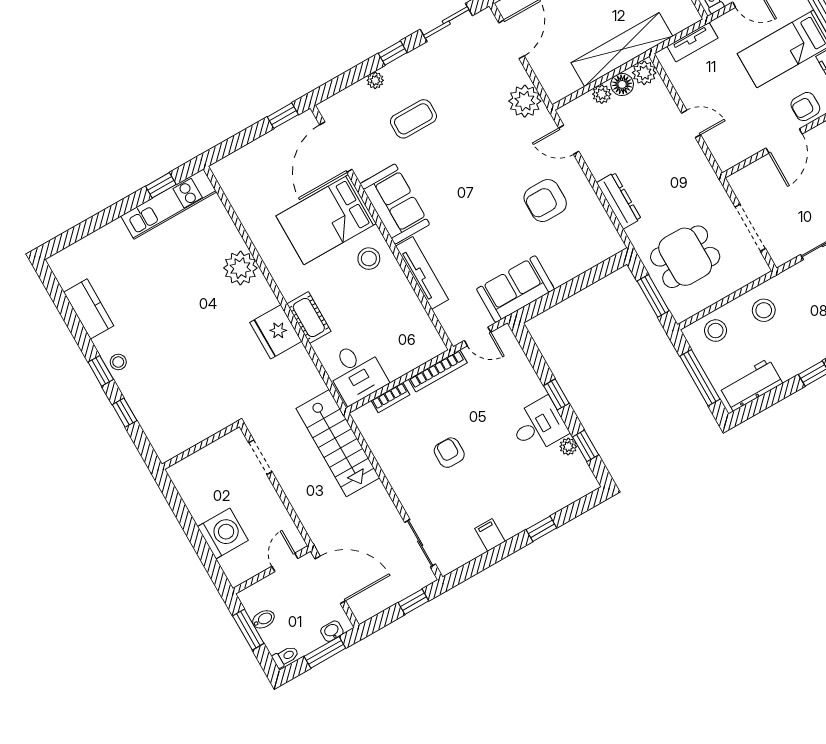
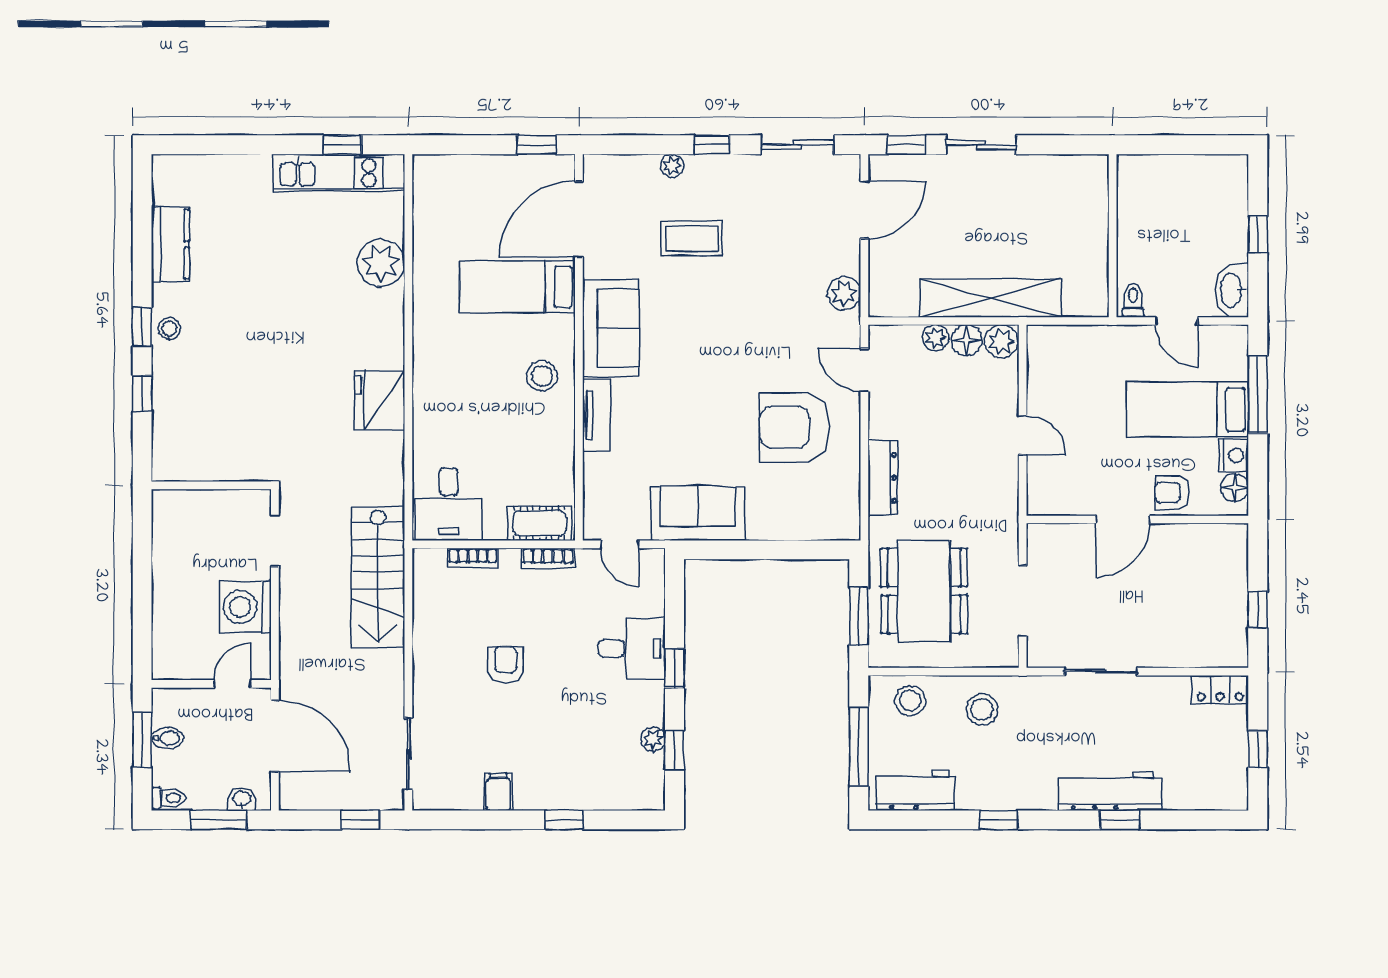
tv unit: (692, 42) -> (1080, 338), removed
plant: (525, 101) -> (844, 293), width x0.73, depth x0.73
armchair: (545, 201) -> (794, 427), width x1.36, depth x1.36
bed: (326, 220) -> (517, 287), width x0.67
dining table: (685, 257) -> (924, 591), width x1.38
plant: (240, 268) -> (381, 263), moved
tv unit: (422, 273) -> (596, 415), width x0.71
cot: (309, 318) -> (539, 523), moved, turned 90
bookcase: (438, 371) -> (548, 559), width x0.64
desk: (539, 426) -> (632, 648), moved
washing machine: (223, 533) -> (245, 607), moved, turned 180

